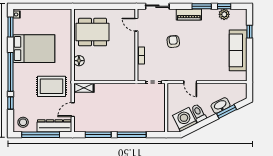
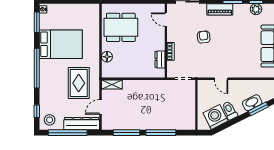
dresser: (131, 63) -> (160, 59), added
rug: (52, 86) -> (79, 83), turned 90
window: (11, 103) -> (37, 111), moved

